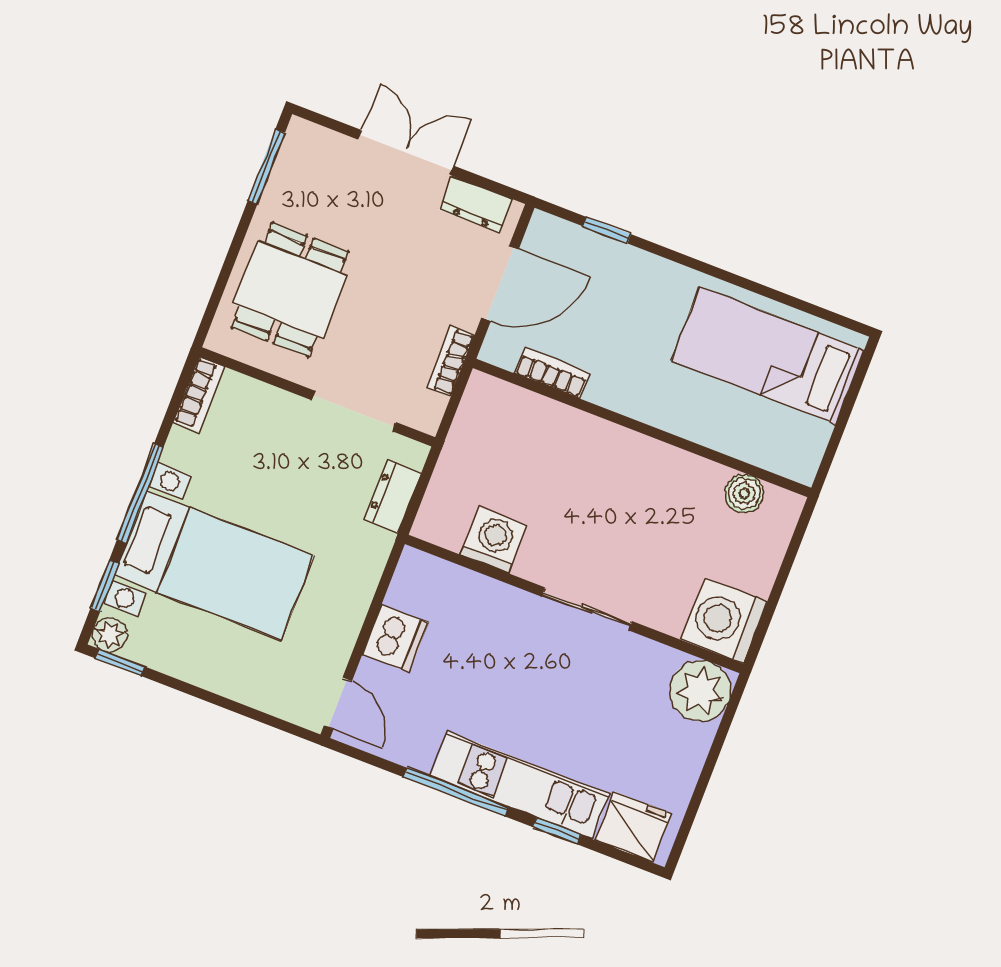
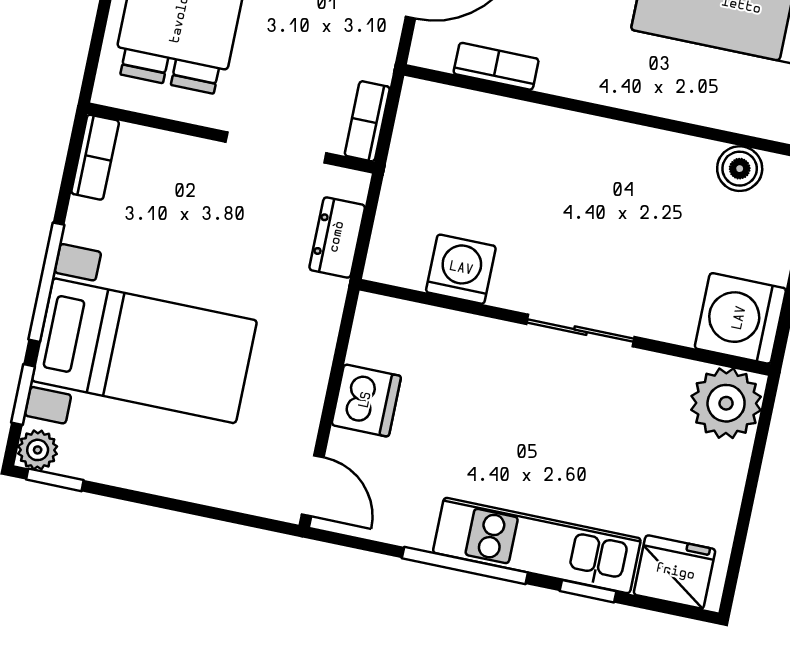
bookcase: (450, 361) -> (367, 121), moved

